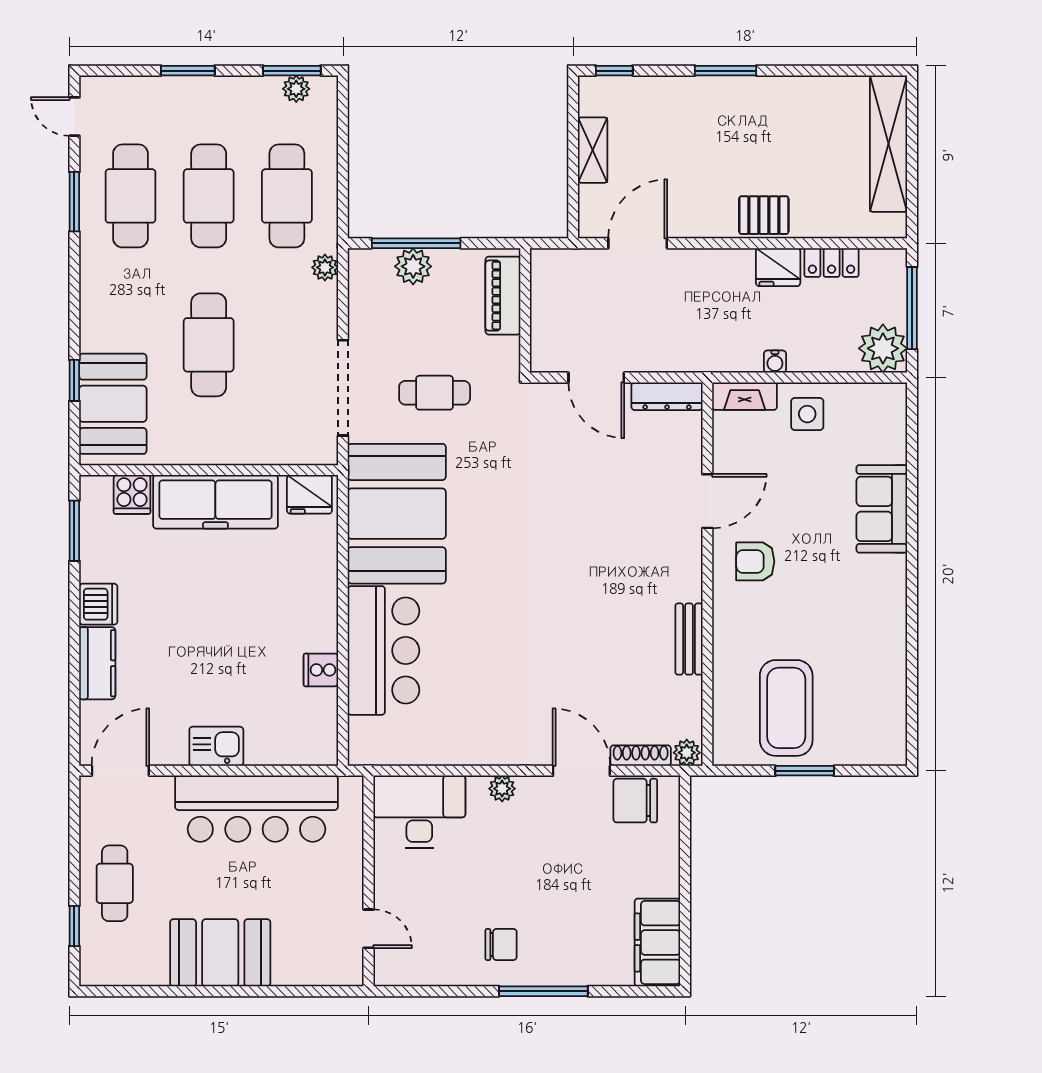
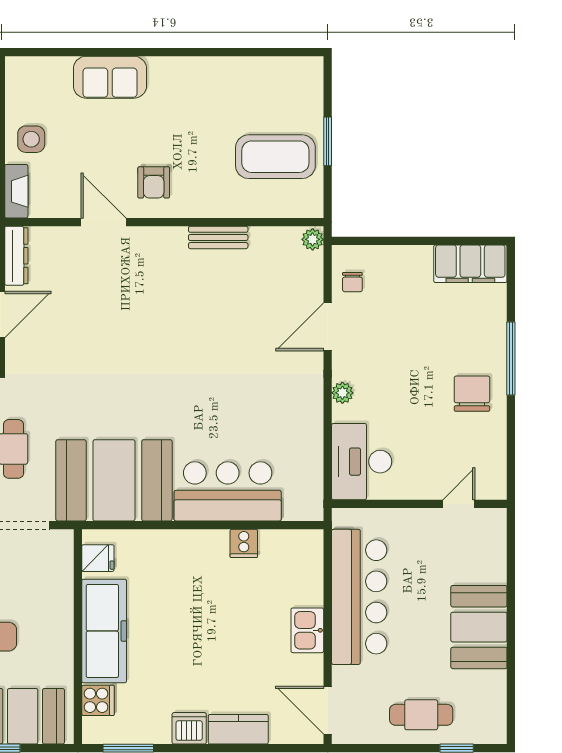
fridge: (309, 494) -> (98, 558), width x0.72
shoe rack: (641, 756) -> (315, 278), removed
chair: (635, 801) -> (352, 282), width x0.54, depth x0.54
chair: (501, 944) -> (472, 394), width x1.37, depth x1.37

